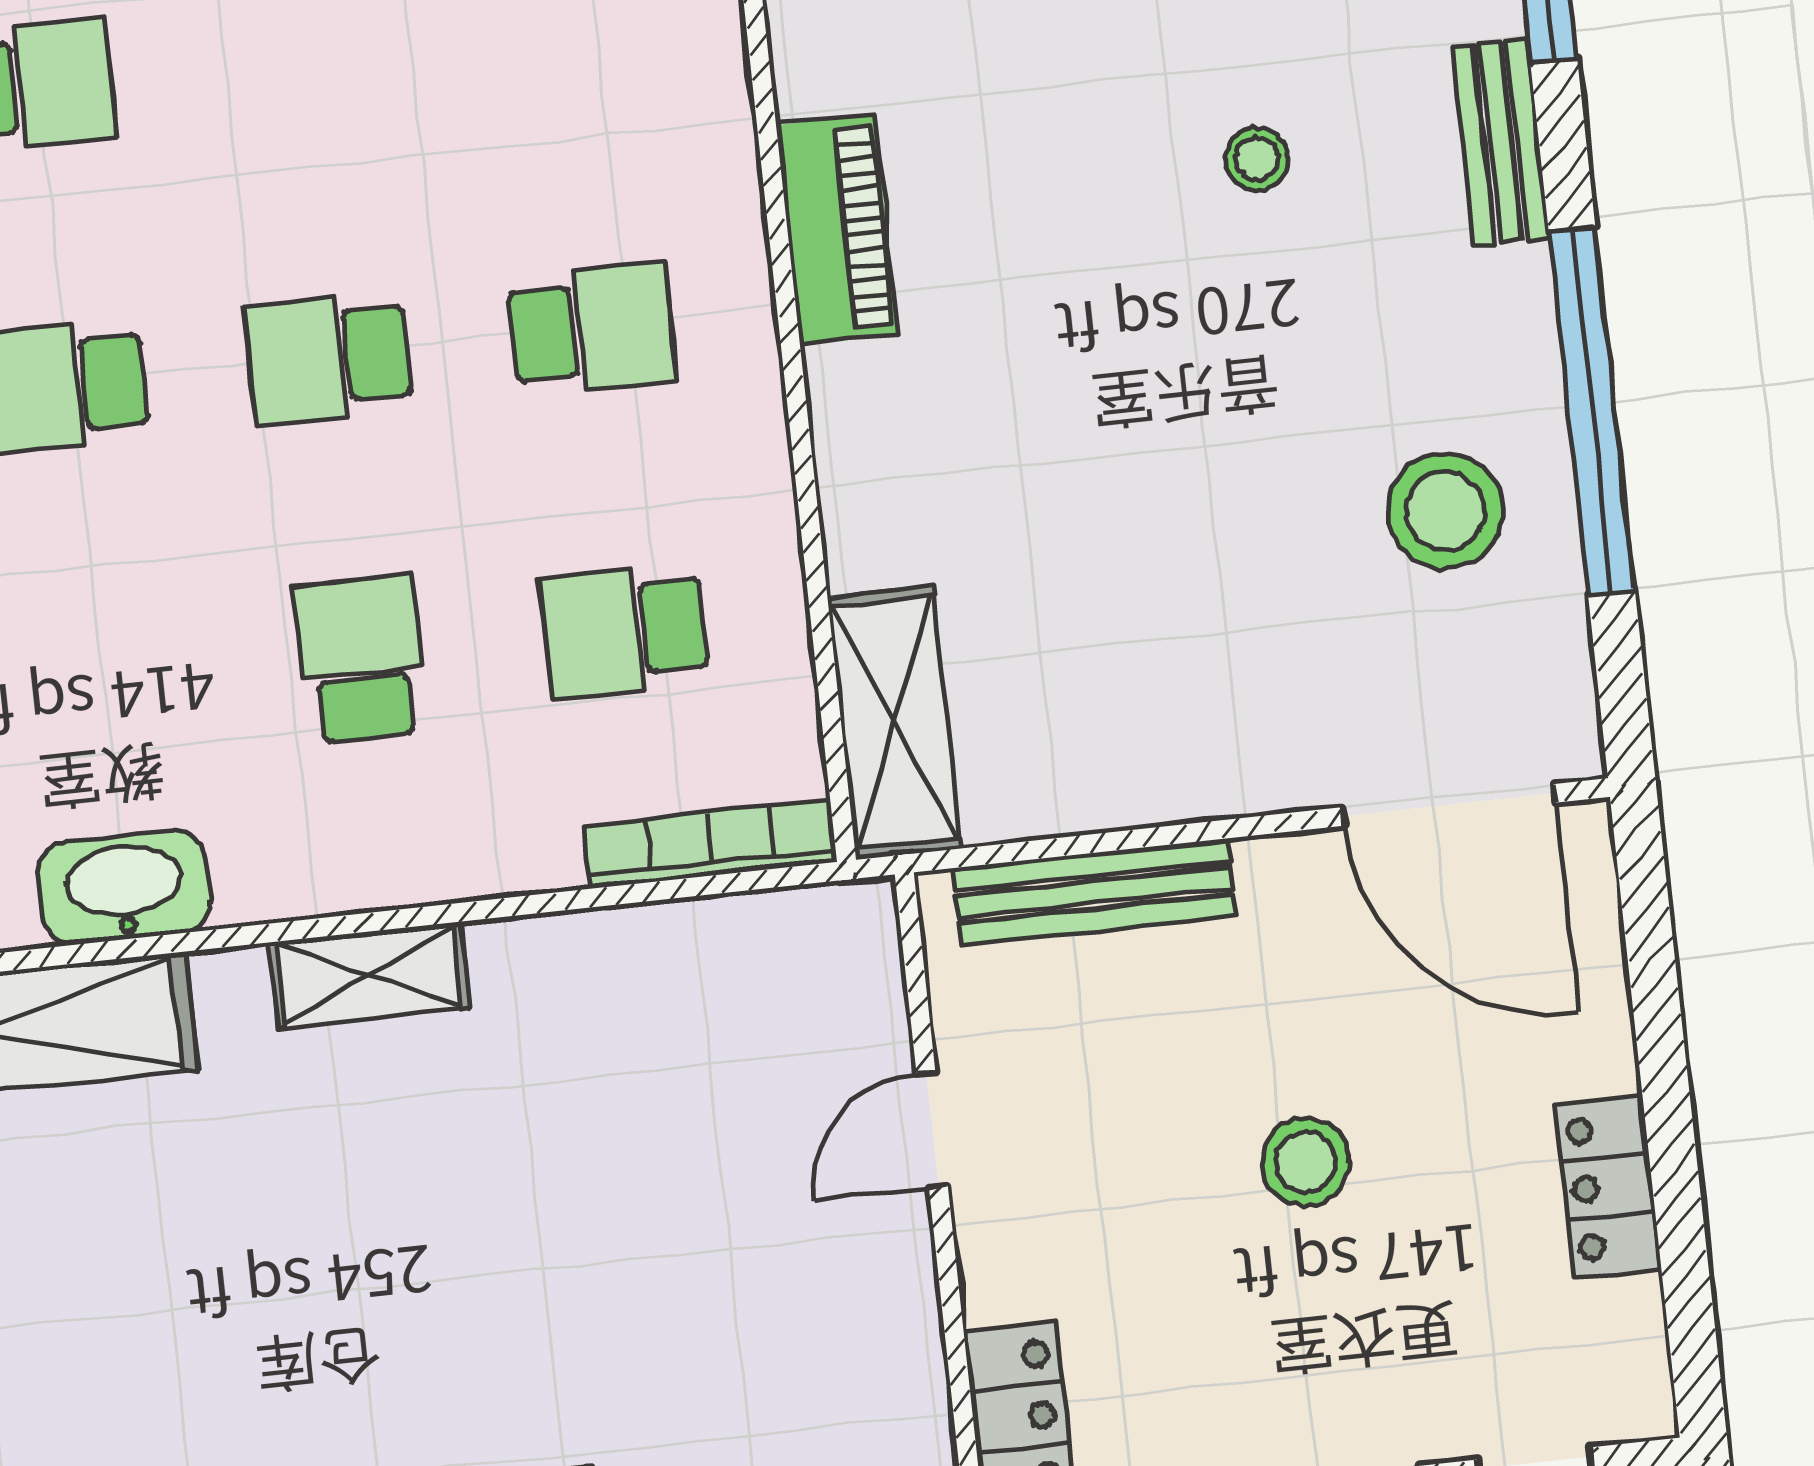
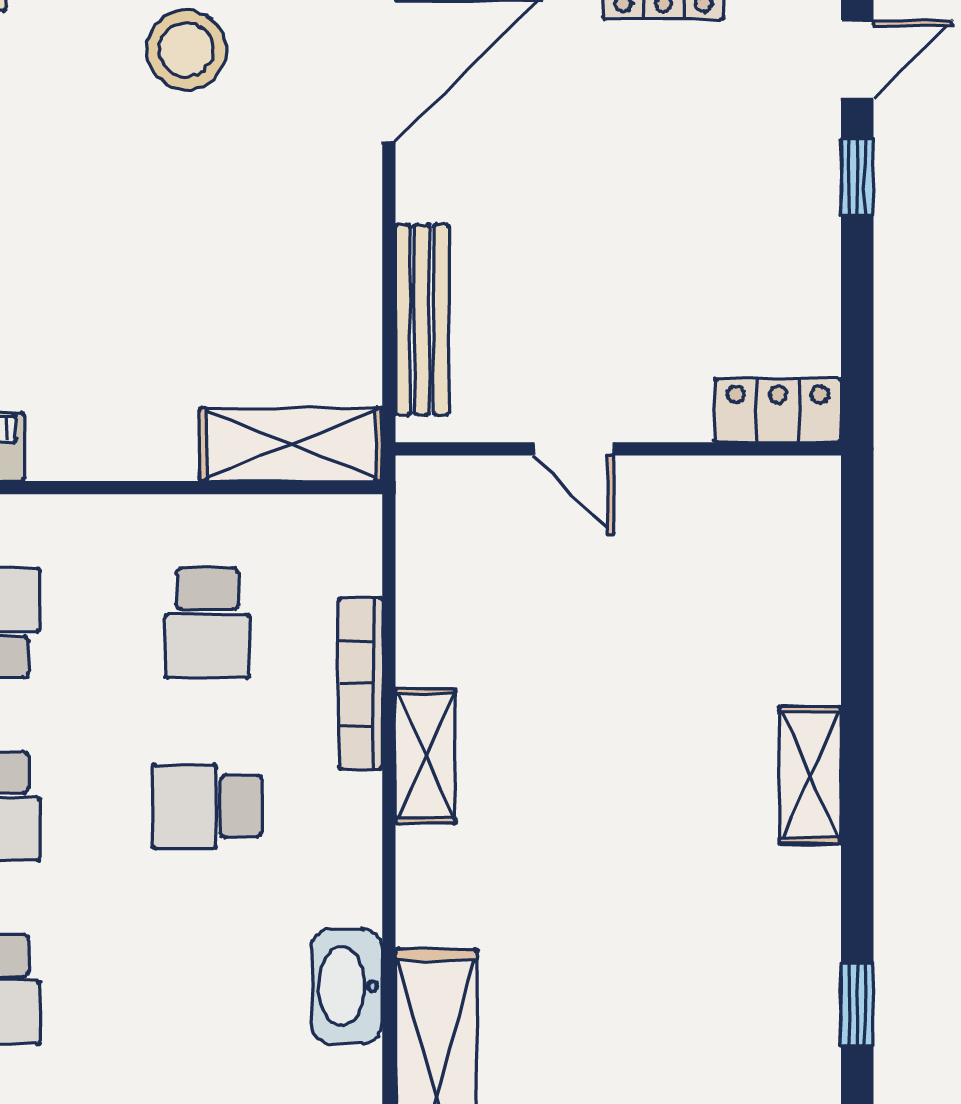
bookcase: (711, 844) -> (360, 683), moved
shelving: (369, 975) -> (425, 756), moved
stool: (1306, 1162) -> (624, 194), removed

